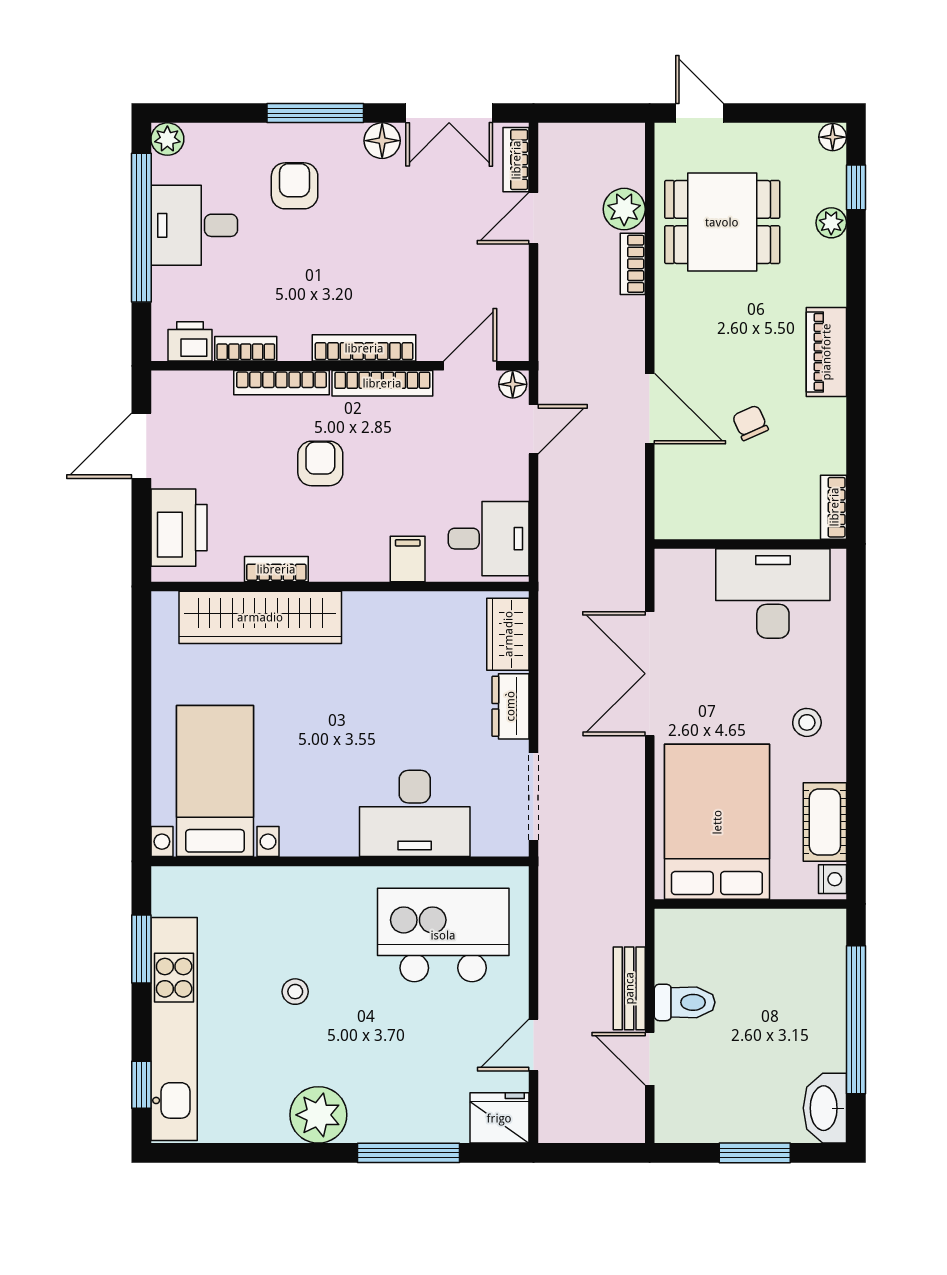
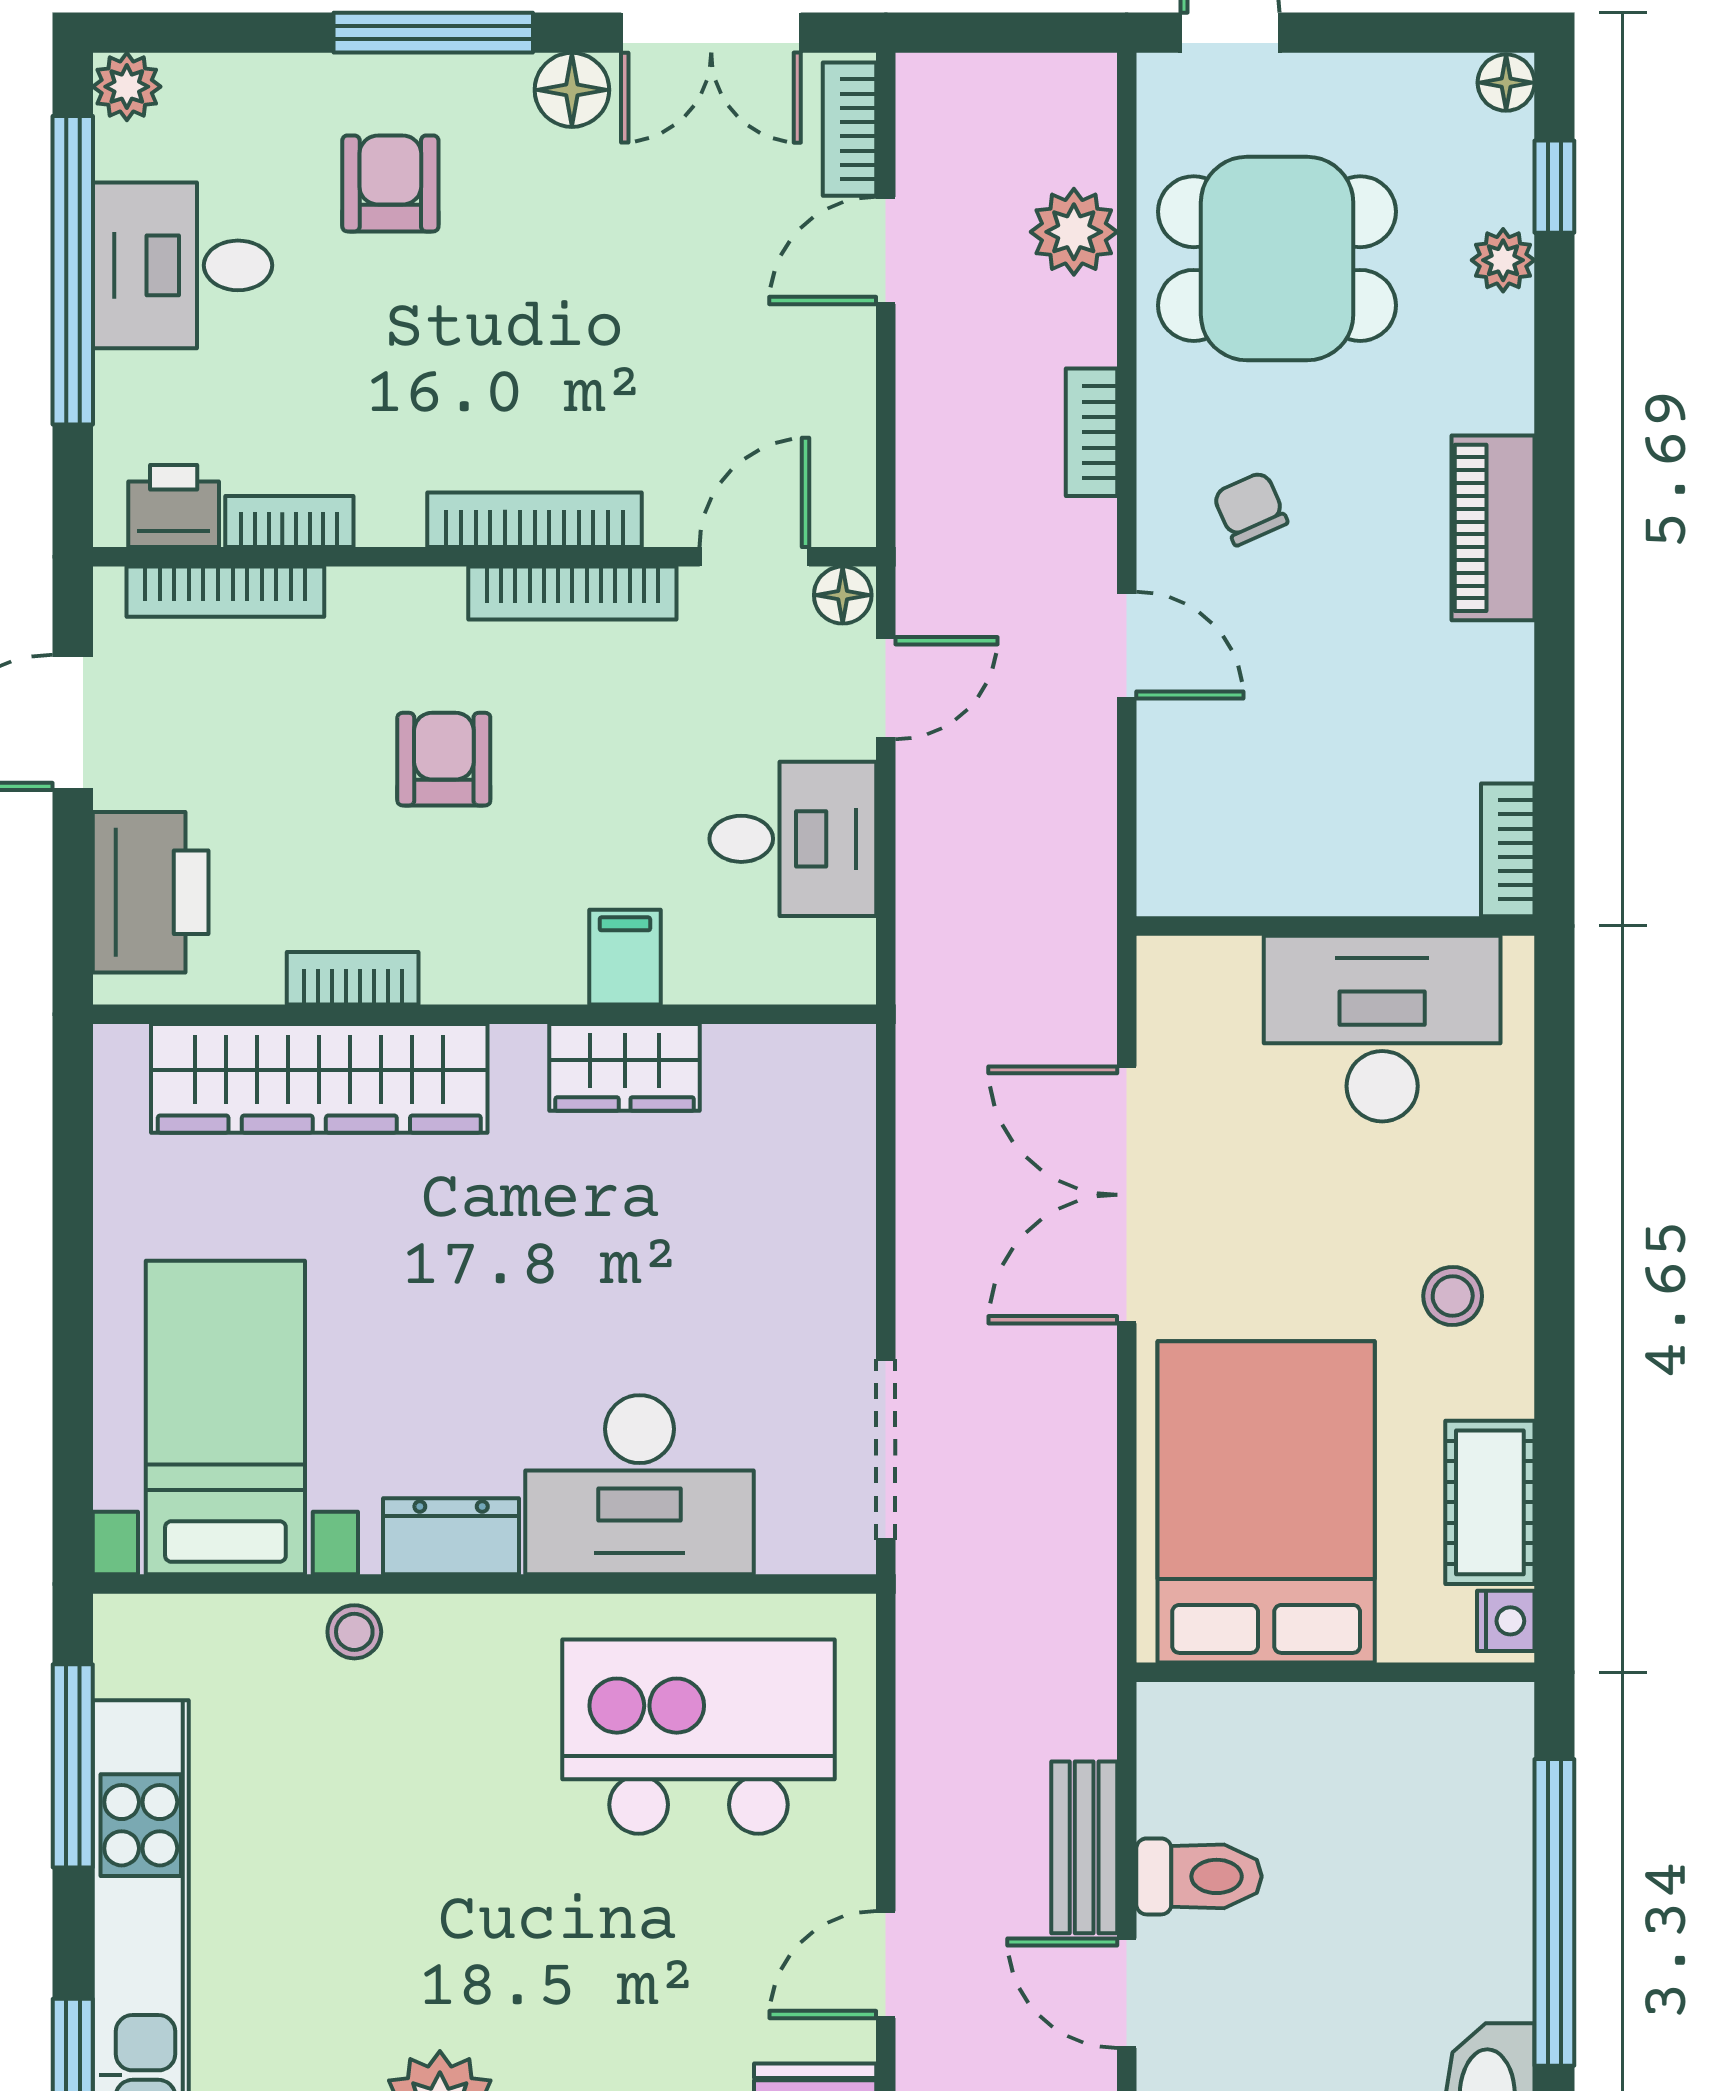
bookcase: (633, 264) -> (1091, 432), moved
bookcase: (281, 383) -> (225, 592), moved
door: (650, 409) -> (1127, 645), width x0.73
chair: (750, 423) -> (1250, 508), moved
desk: (489, 539) -> (793, 839), moved
wardrobe: (508, 634) -> (625, 1067), moved, turned -90
dresser: (510, 706) -> (451, 1536), moved, turned 90
window: (141, 949) -> (73, 1766), width x1.44
stool: (295, 992) -> (354, 1632), moved

